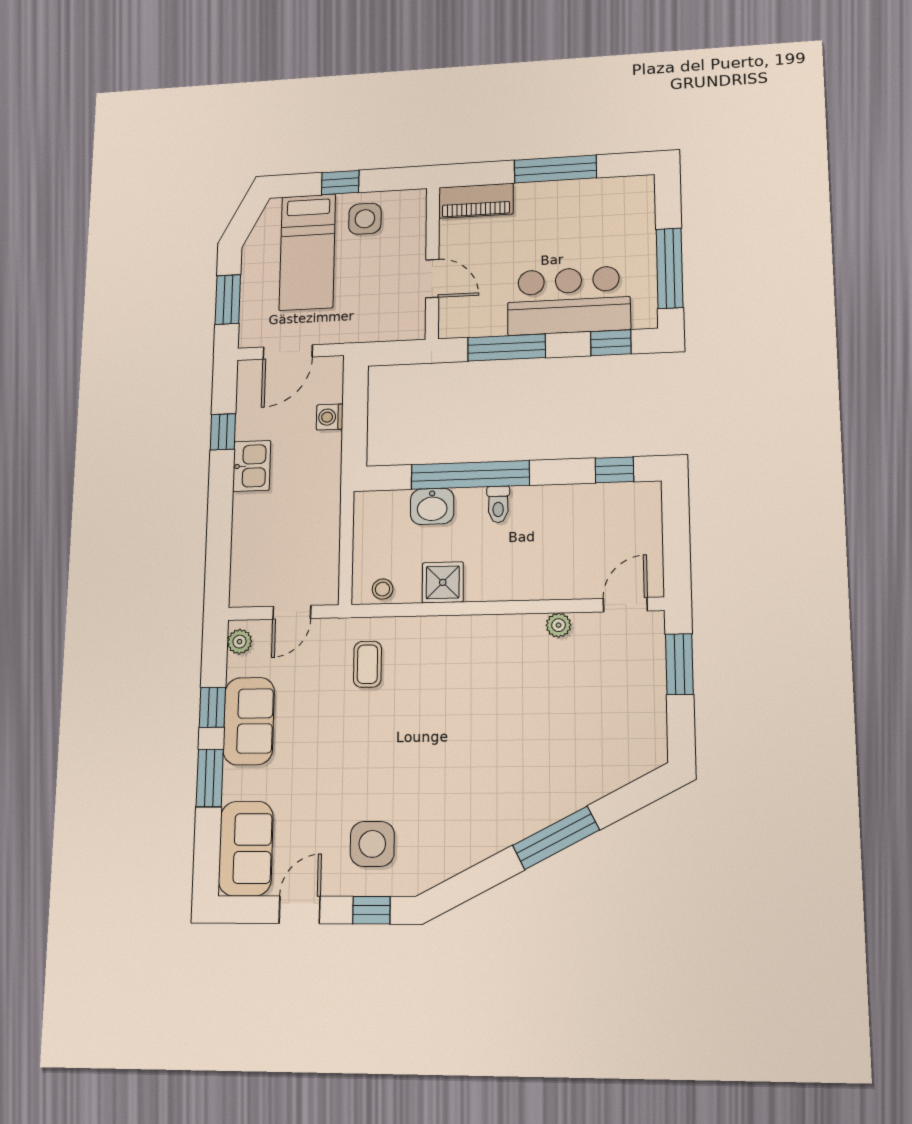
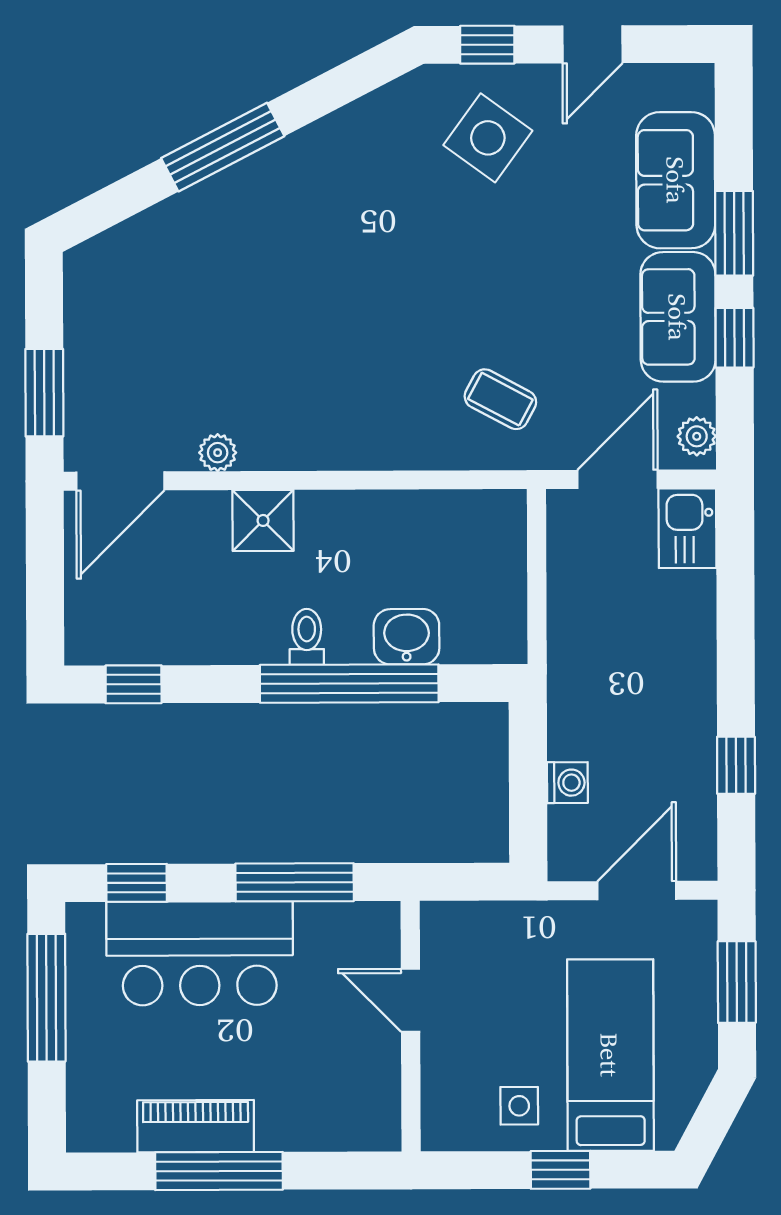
piano: (476, 201) -> (196, 1126), moved
side table: (365, 219) -> (519, 1106), width x0.73, depth x0.73
kitchen sink: (252, 466) -> (687, 528), moved
shower: (443, 582) -> (263, 520), moved
stool: (383, 589) -> (480, 512), removed
door: (625, 605) -> (120, 481), width x1.38
door: (292, 612) -> (617, 479), width x1.38
coffee table: (367, 664) -> (500, 399), turned -62
side table: (372, 844) -> (488, 138), turned 36
sofa: (246, 848) -> (676, 180), moved

